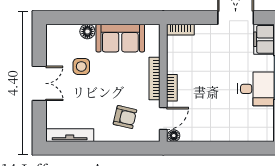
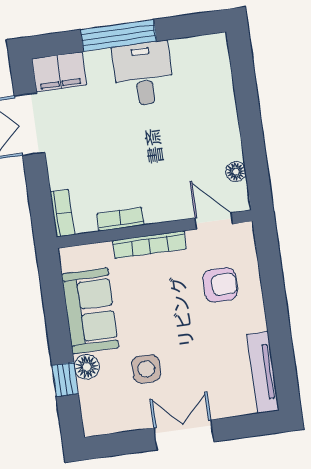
window: (82, 18) -> (65, 380), added
bookcase: (172, 88) -> (121, 219), moved
armchair: (125, 117) -> (220, 285), turned 77
floor lamp: (174, 136) -> (236, 172), moved

